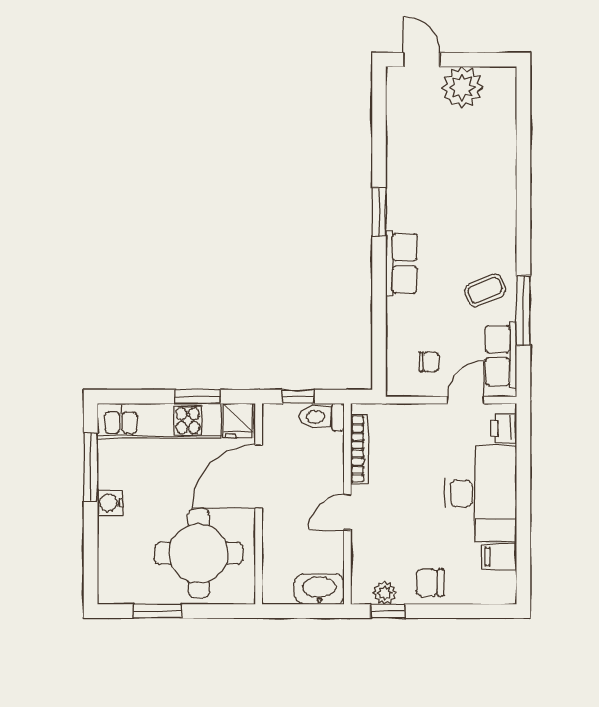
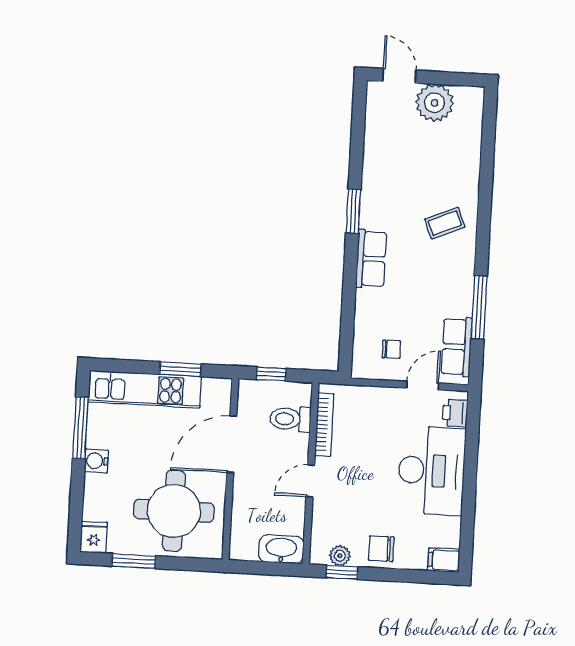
coffee table: (485, 290) -> (445, 223), moved
toilet: (322, 417) -> (290, 419), moved
fridge: (238, 420) -> (94, 537), moved, turned 180
filing cabinet: (500, 557) -> (444, 560), moved

